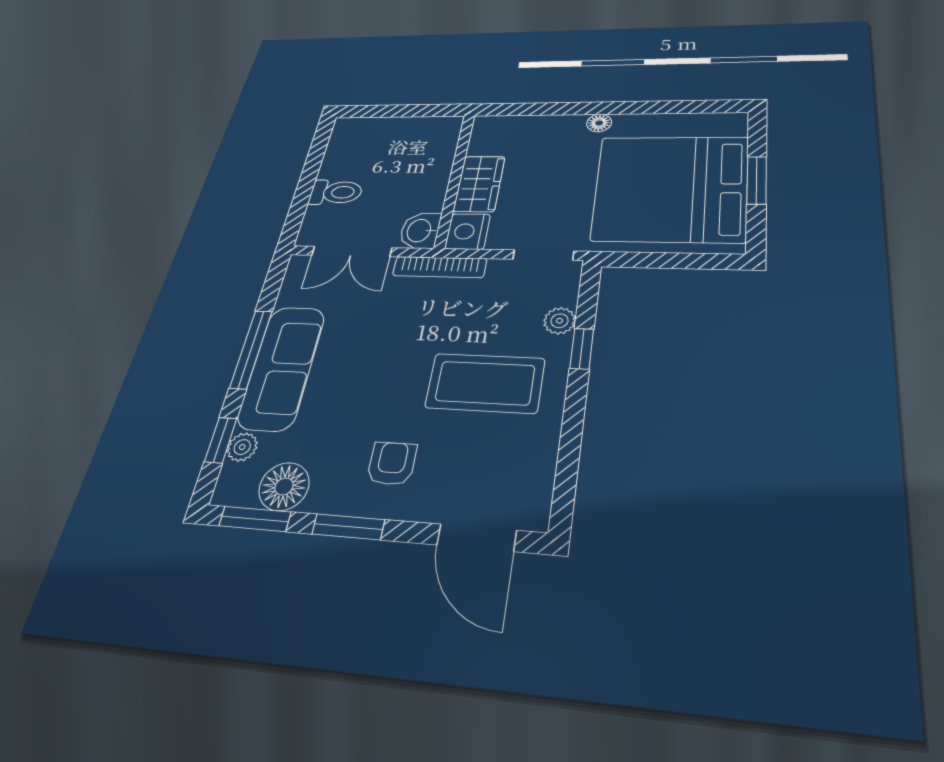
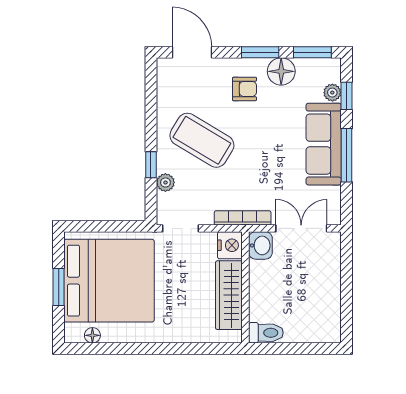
floor lamp: (599, 123) -> (92, 335), moved
wardrobe: (479, 184) -> (229, 295), width x1.50
toilet: (336, 192) -> (266, 333), moved, turned 180
coffee table: (485, 383) -> (202, 140), turned 31
armchair: (392, 463) -> (245, 89), turned -90
floor lamp: (284, 487) -> (281, 71), moved

